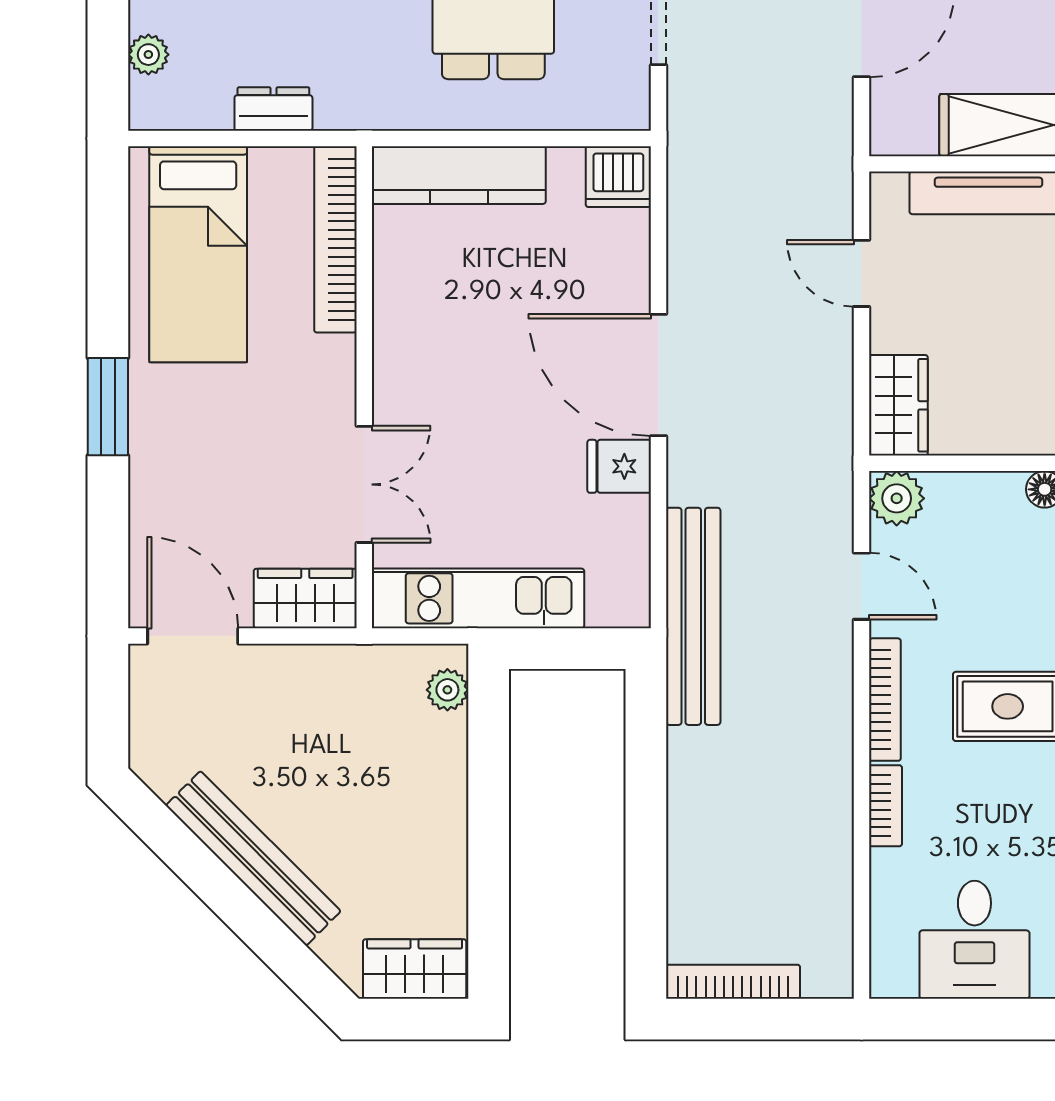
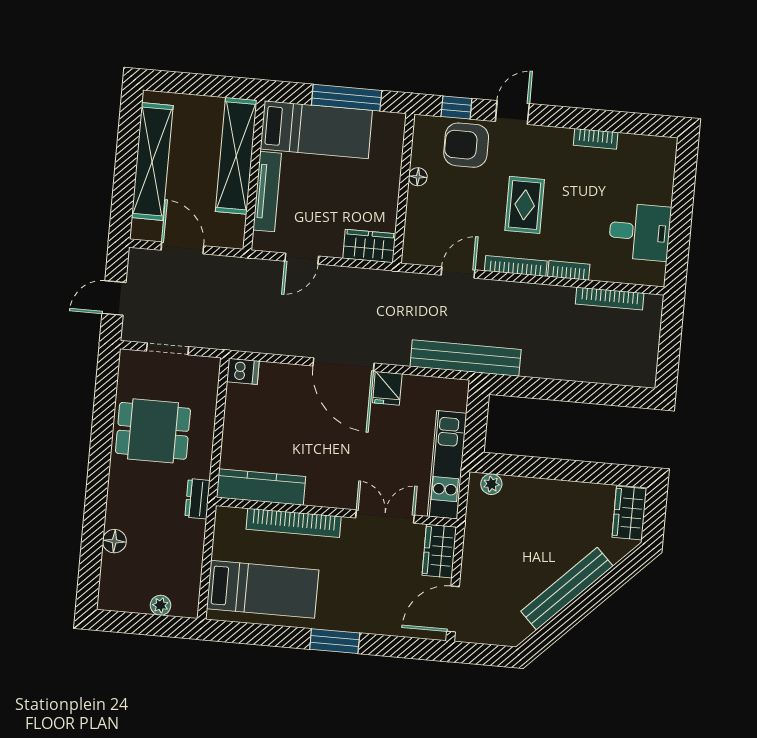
dresser: (273, 109) -> (198, 499), moved
kitchen counter: (459, 175) -> (261, 487), moved, turned -90
dishwasher: (618, 177) -> (243, 371), width x0.73
bookcase: (335, 239) -> (294, 523), moved
door: (659, 375) -> (343, 365), hinge flipped
plant: (897, 498) -> (416, 251), removed
bookcase: (733, 982) -> (610, 299), moved, turned -90

